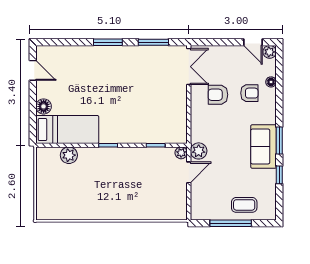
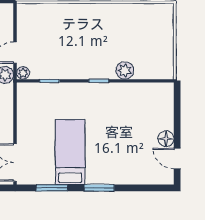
floor lamp: (44, 106) -> (166, 139), moved
bed: (67, 129) -> (70, 152), moved, turned 90
plant: (69, 155) -> (125, 70), moved

